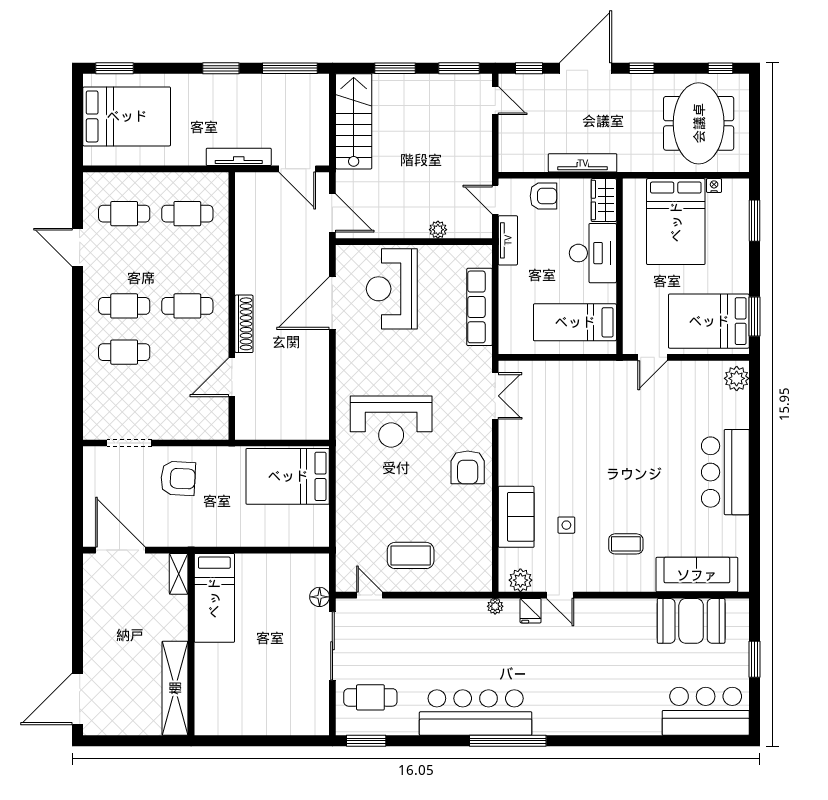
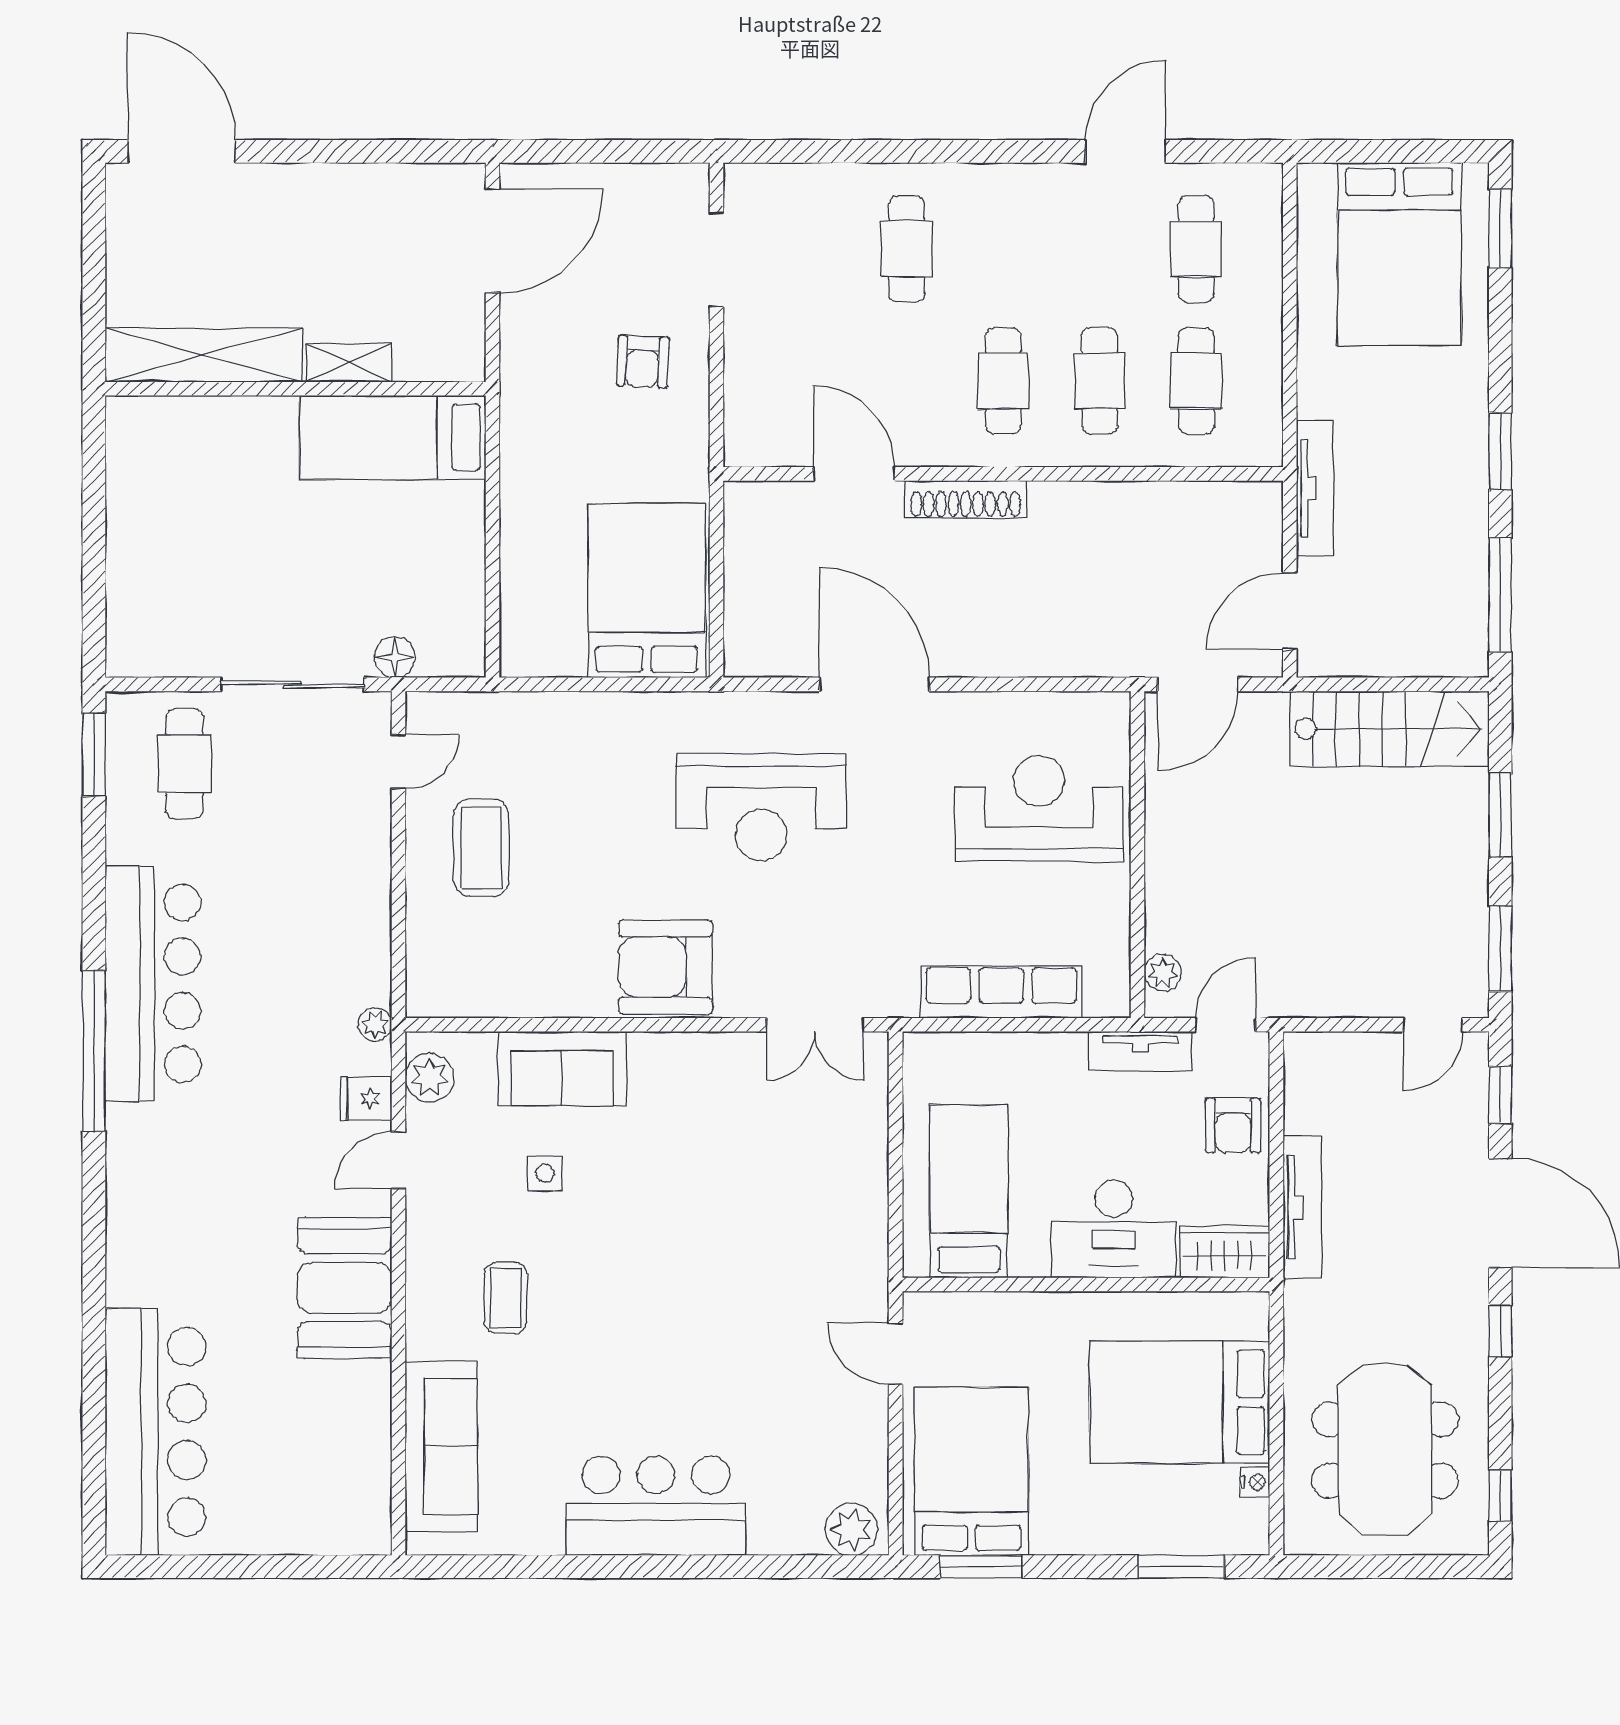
meeting table: (699, 123) -> (1385, 1450), turned 90
plant: (438, 230) -> (1163, 973), moved
door: (332, 303) -> (874, 684), moved
cafe table: (124, 306) -> (1100, 381), moved
reception desk: (391, 422) -> (761, 807), turned -90
armchair: (468, 467) -> (666, 967), width x1.36, depth x1.36
armchair: (178, 478) -> (643, 361), width x0.72, depth x0.72
shelving: (179, 574) -> (349, 363), moved
booth: (691, 621) -> (345, 1288), moved
window: (754, 659) -> (264, 1567), removed
bar counter: (706, 711) -> (156, 1432), width x1.36

